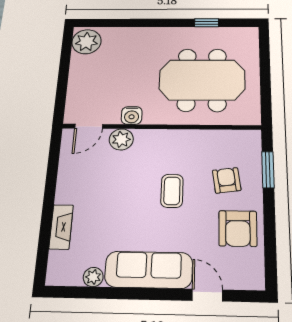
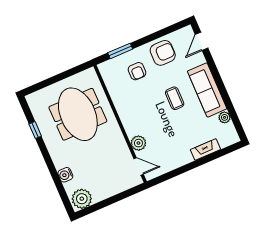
water cooler: (132, 115) -> (65, 175), moved, turned 180
armchair: (227, 180) -> (137, 71), turned -82
coffee table: (172, 191) -> (175, 98), moved, turned 90
door: (207, 295) -> (202, 41), moved

